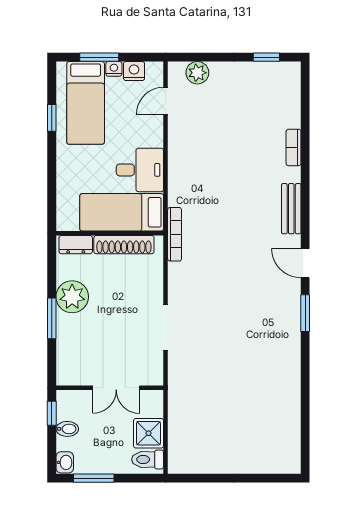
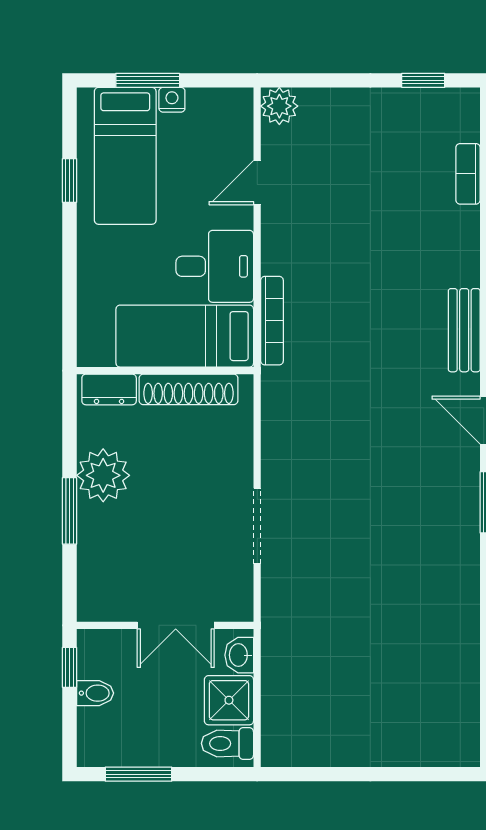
nightstand: (134, 71) -> (205, 103), removed
plant: (197, 73) -> (279, 106), moved
door: (166, 101) -> (257, 183), moved
bookcase: (294, 147) -> (468, 174), moved
bookcase: (175, 234) -> (272, 321), moved
washbasin: (65, 462) -> (239, 655), moved, turned 180

